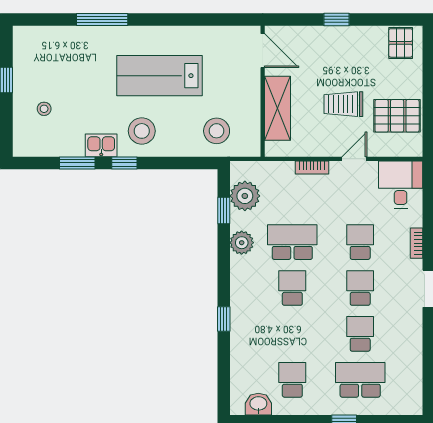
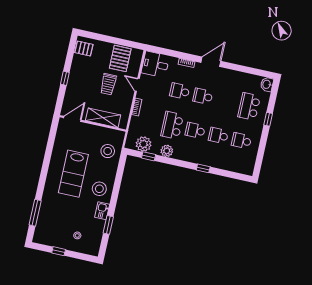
window: (102, 19) -> (35, 213), moved
window: (124, 163) -> (114, 201), removed
school desk: (360, 334) -> (218, 136), moved
washbasin: (258, 404) -> (267, 84), moved

